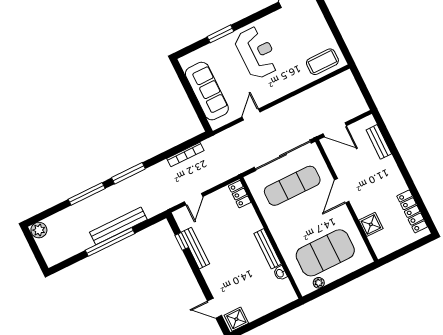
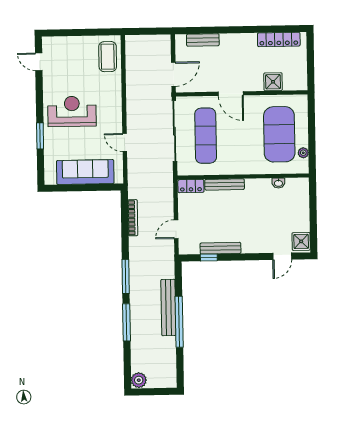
door: (194, 199) -> (176, 229), swing flipped
bench: (268, 249) -> (225, 184), moved

